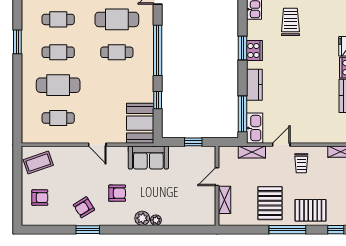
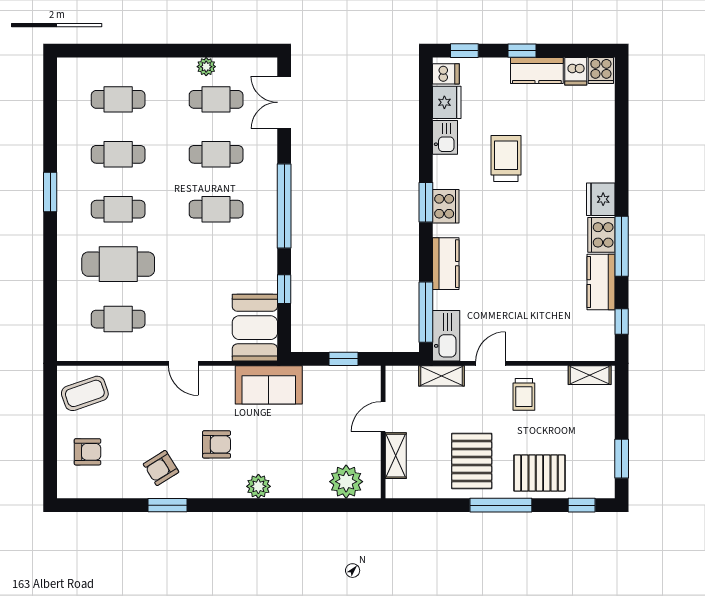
cafe table: (117, 19) -> (216, 154), width x0.73, depth x0.74
plant: (156, 220) -> (346, 482), moved, width x1.88, depth x1.88

